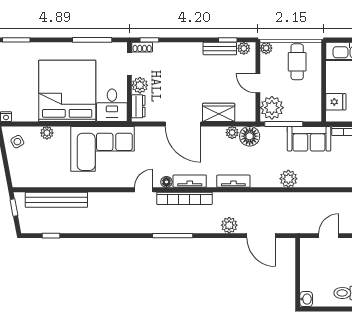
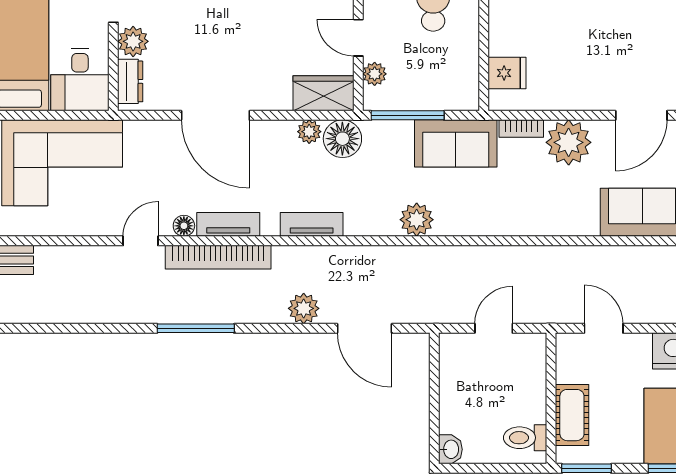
plant: (272, 108) -> (375, 74), width x0.53, depth x0.53
wardrobe: (219, 112) -> (324, 93), moved

